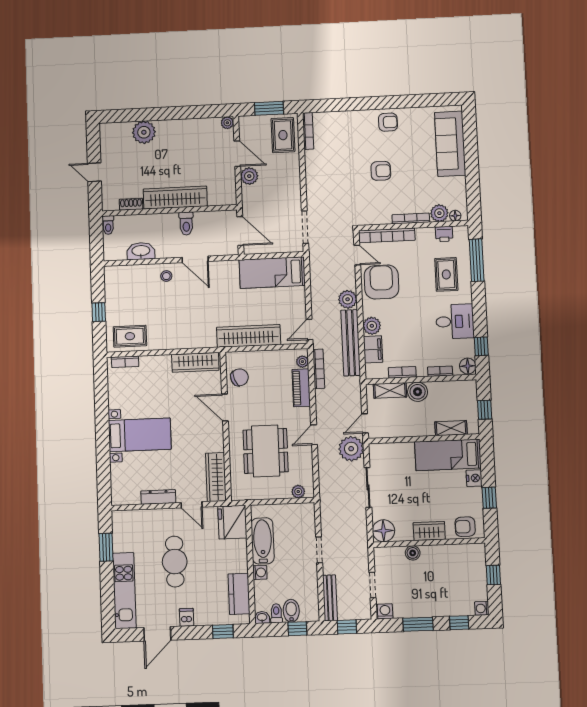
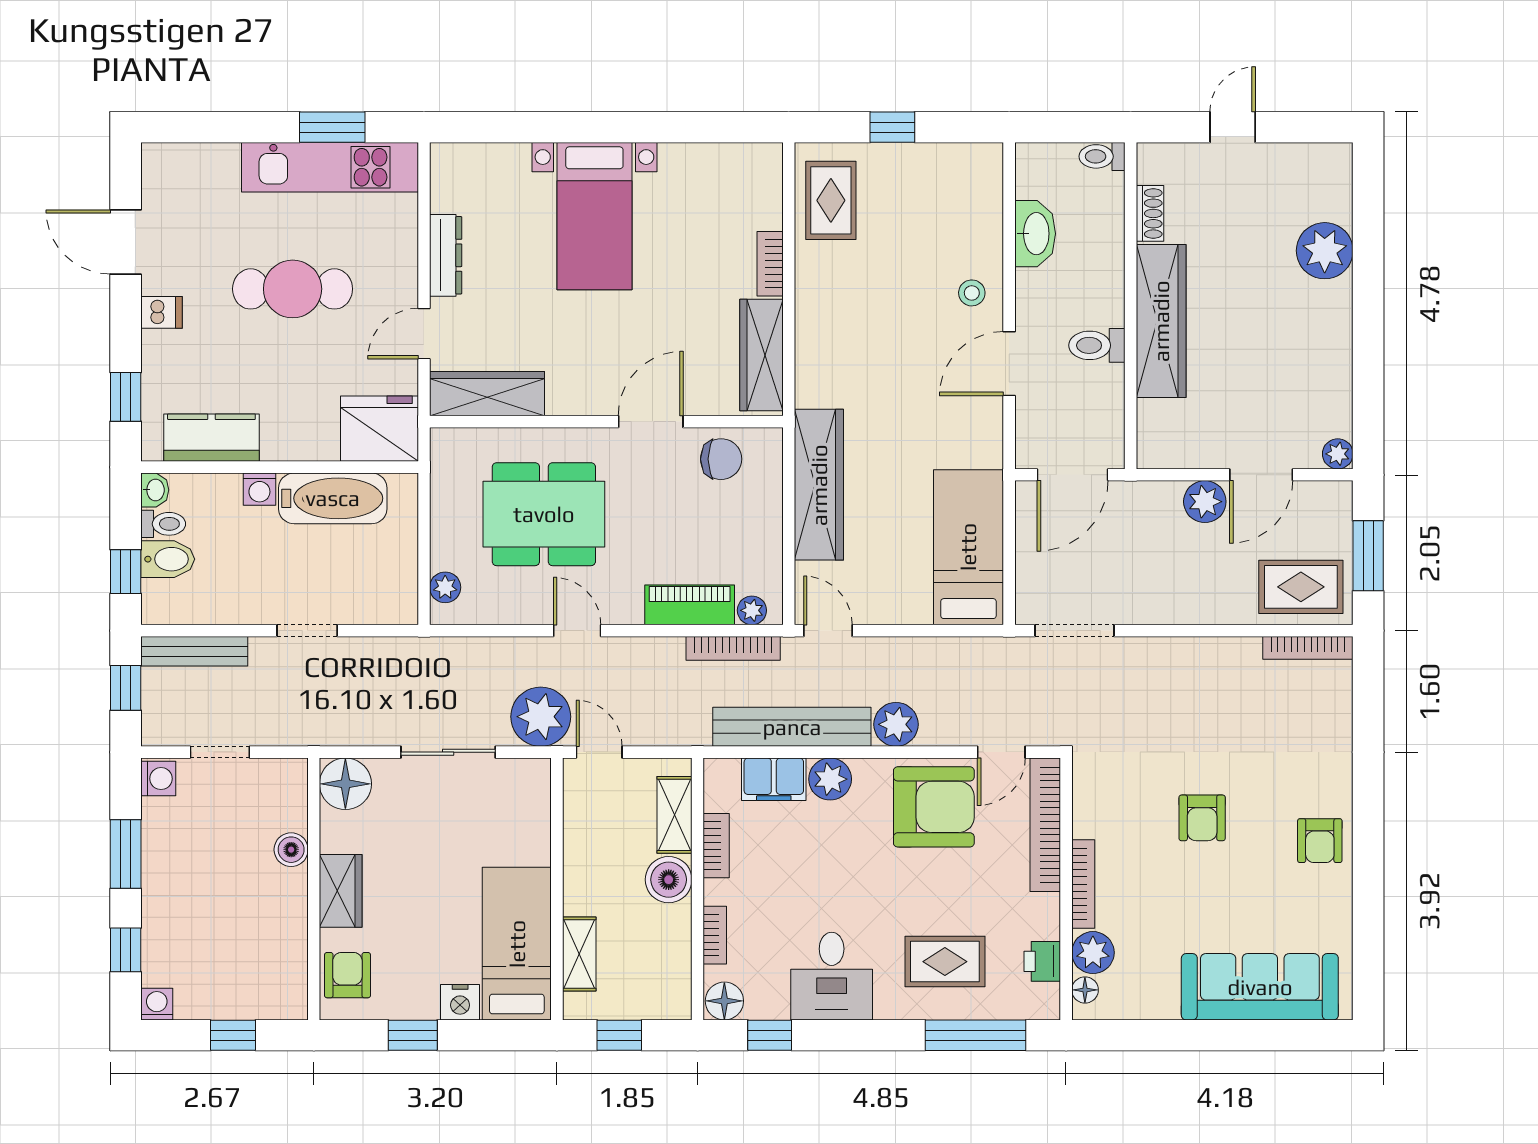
bookcase: (125, 362) -> (770, 264), moved
chair: (239, 377) -> (721, 459), turned -69
kitchen unit: (124, 591) -> (330, 167), moved

